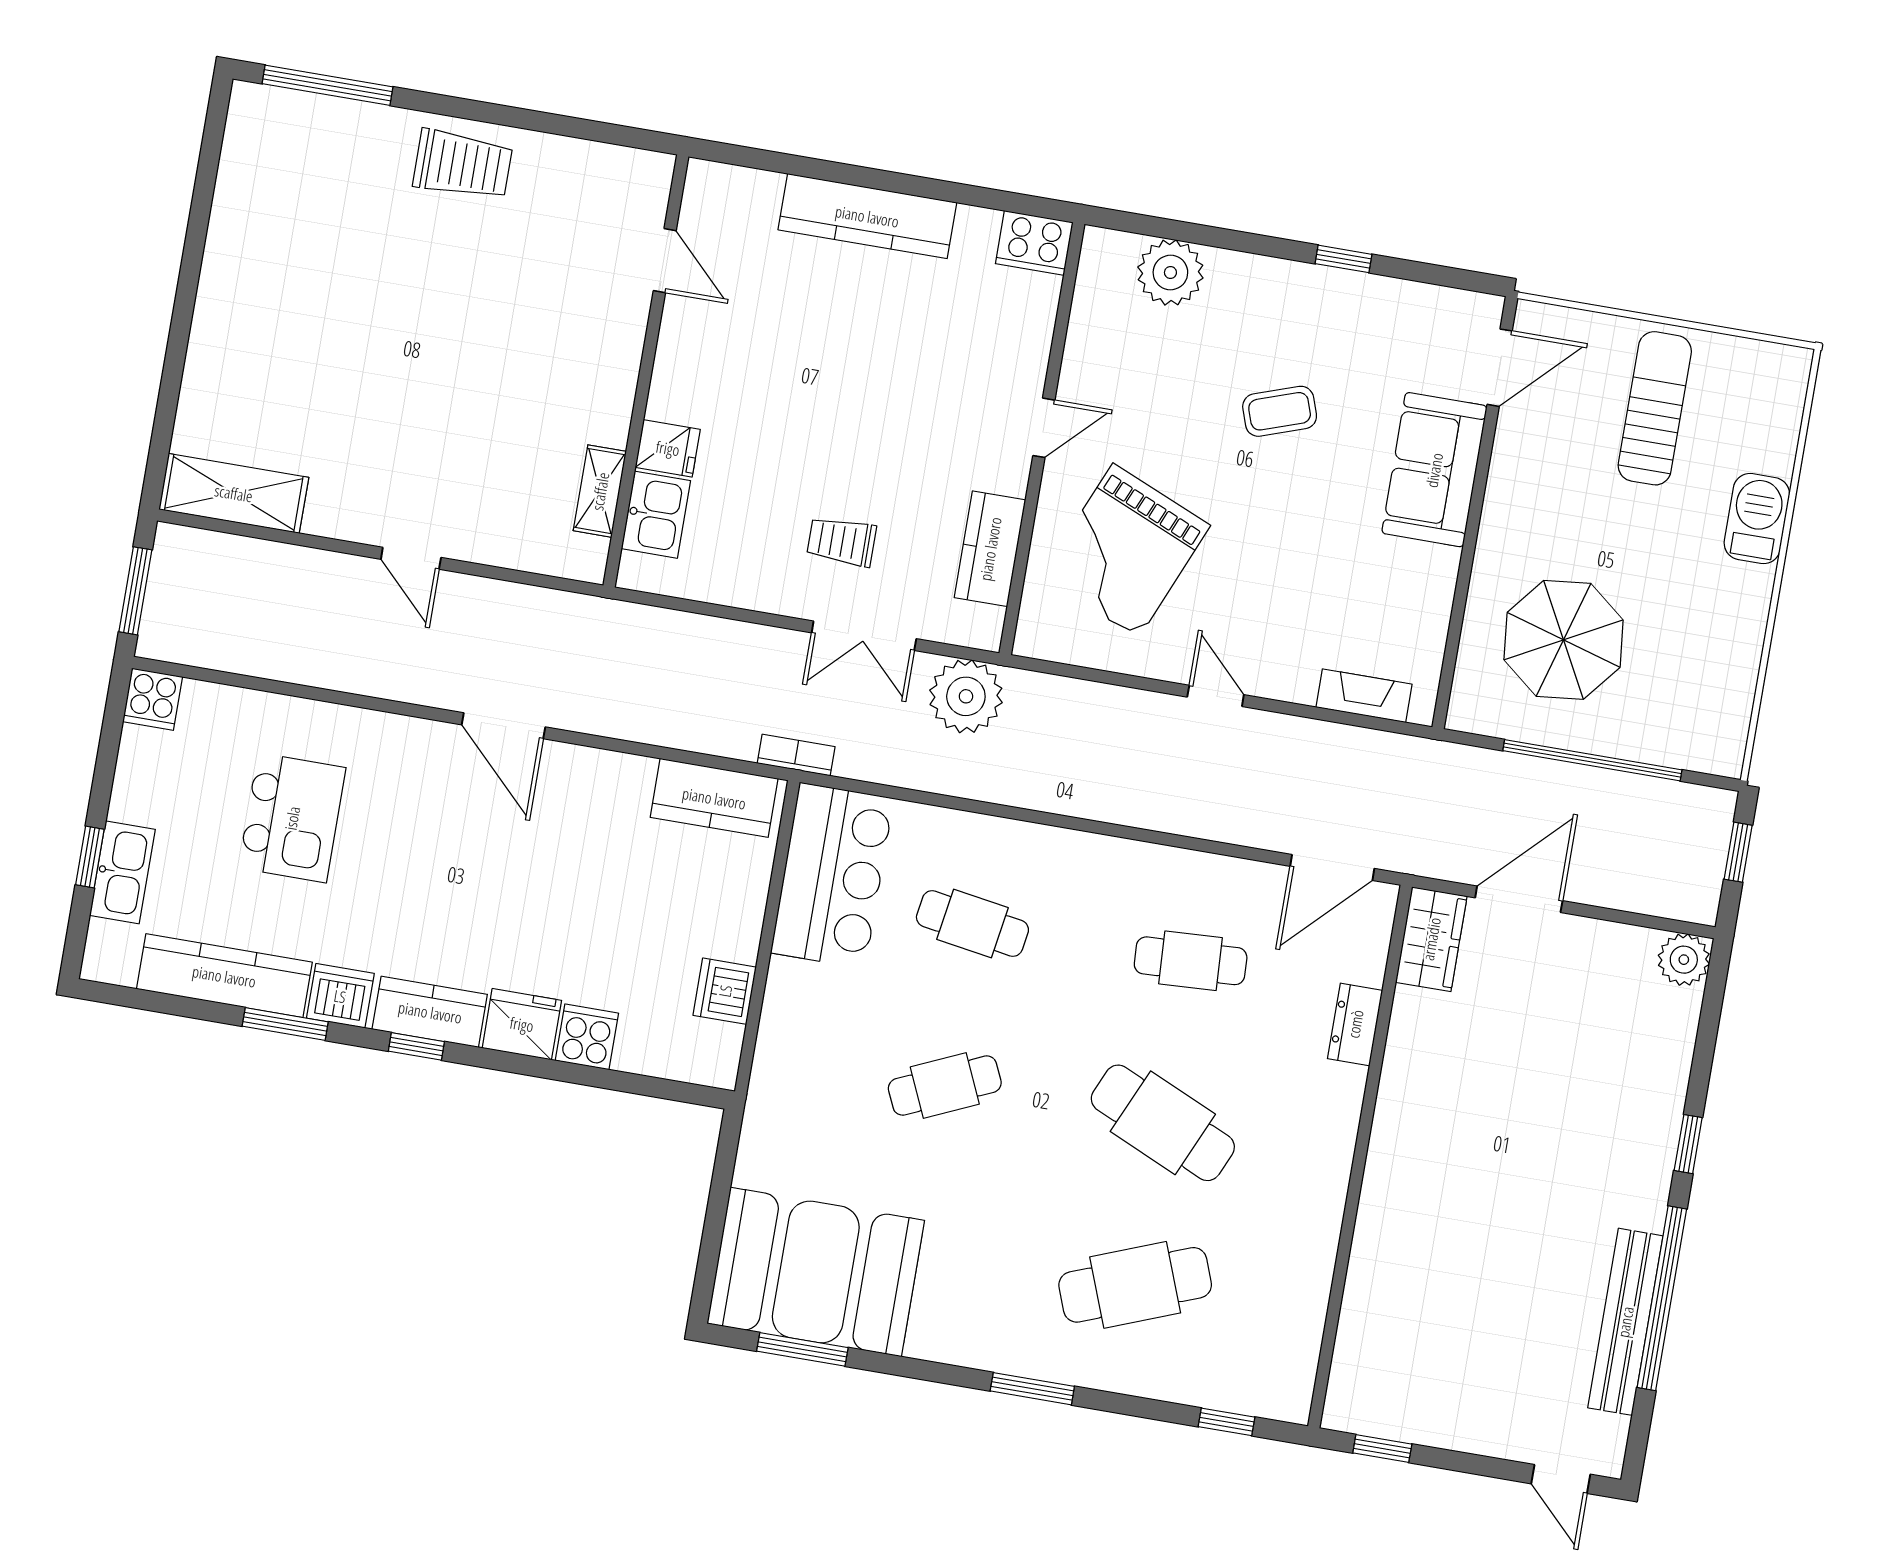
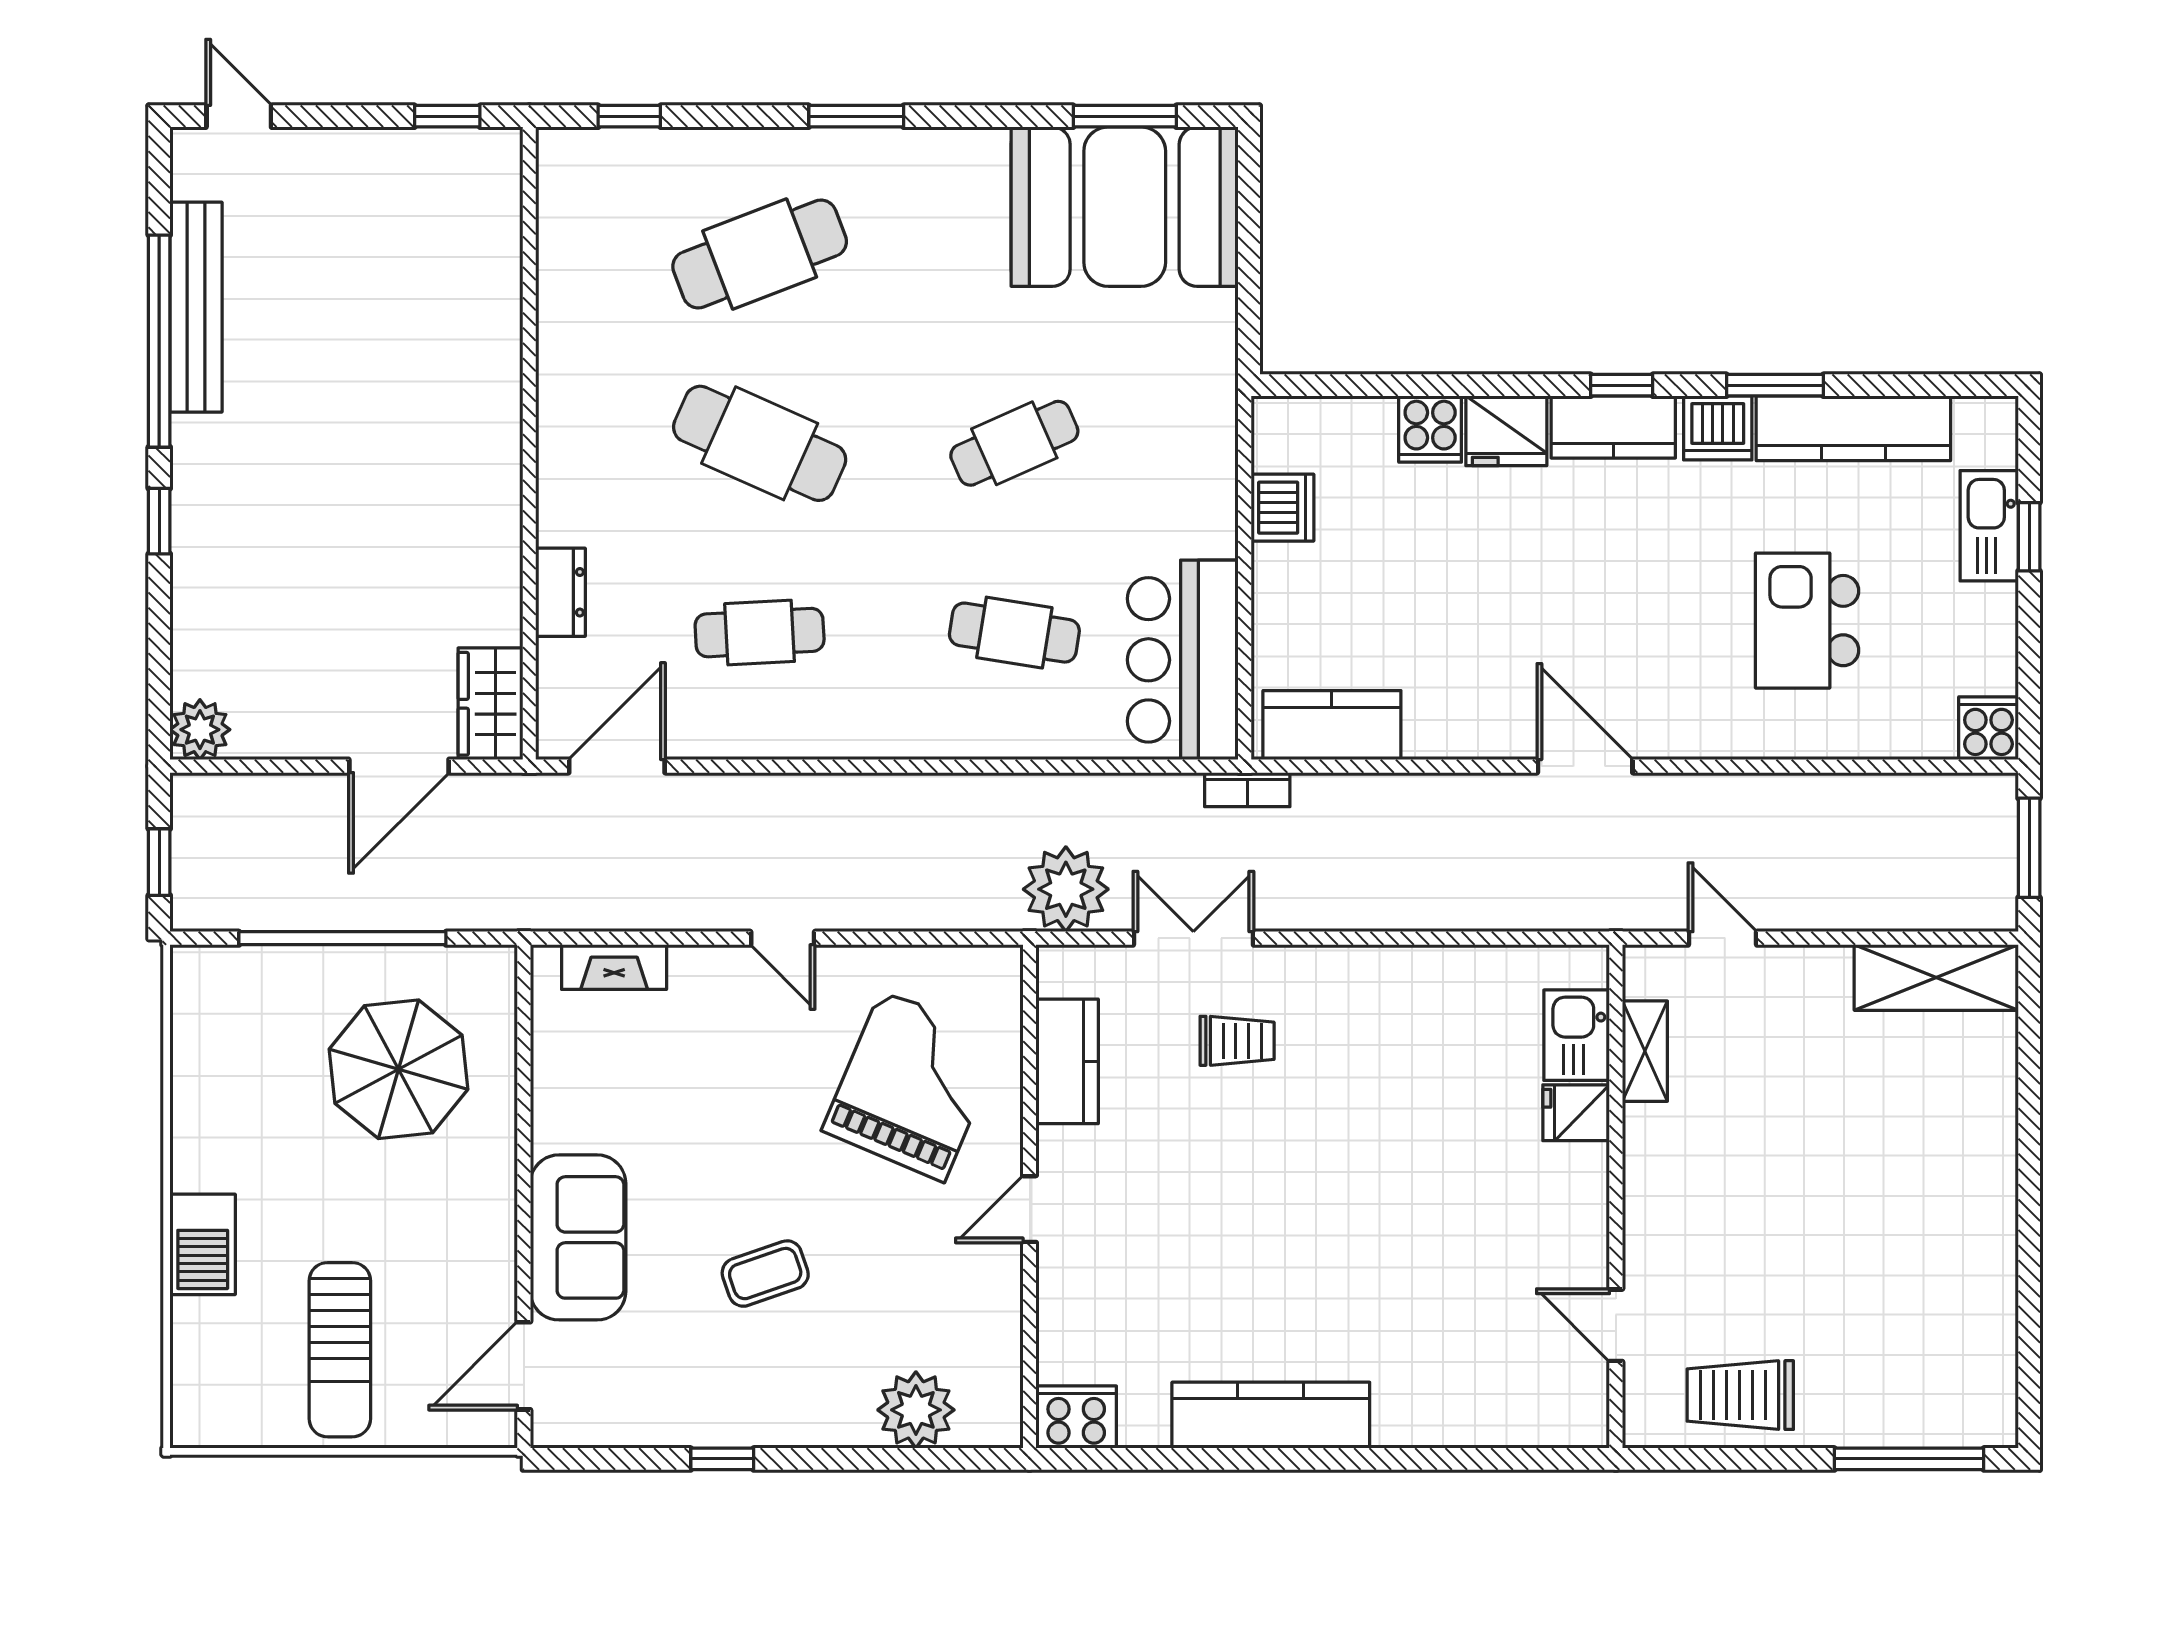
door: (665, 261) -> (1616, 1325), moved
wall: (646, 371) -> (1616, 1196), moved
fridge: (668, 448) -> (1576, 1113), moved
shelving: (600, 491) -> (1645, 1051), moved
kitchen sink: (656, 515) -> (1577, 1035), moved

